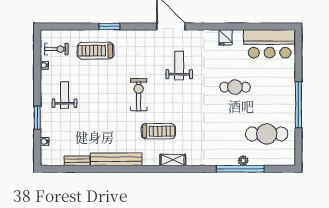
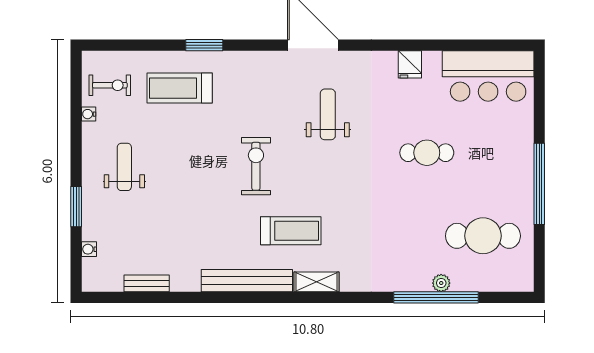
bench: (116, 159) -> (247, 281), moved

